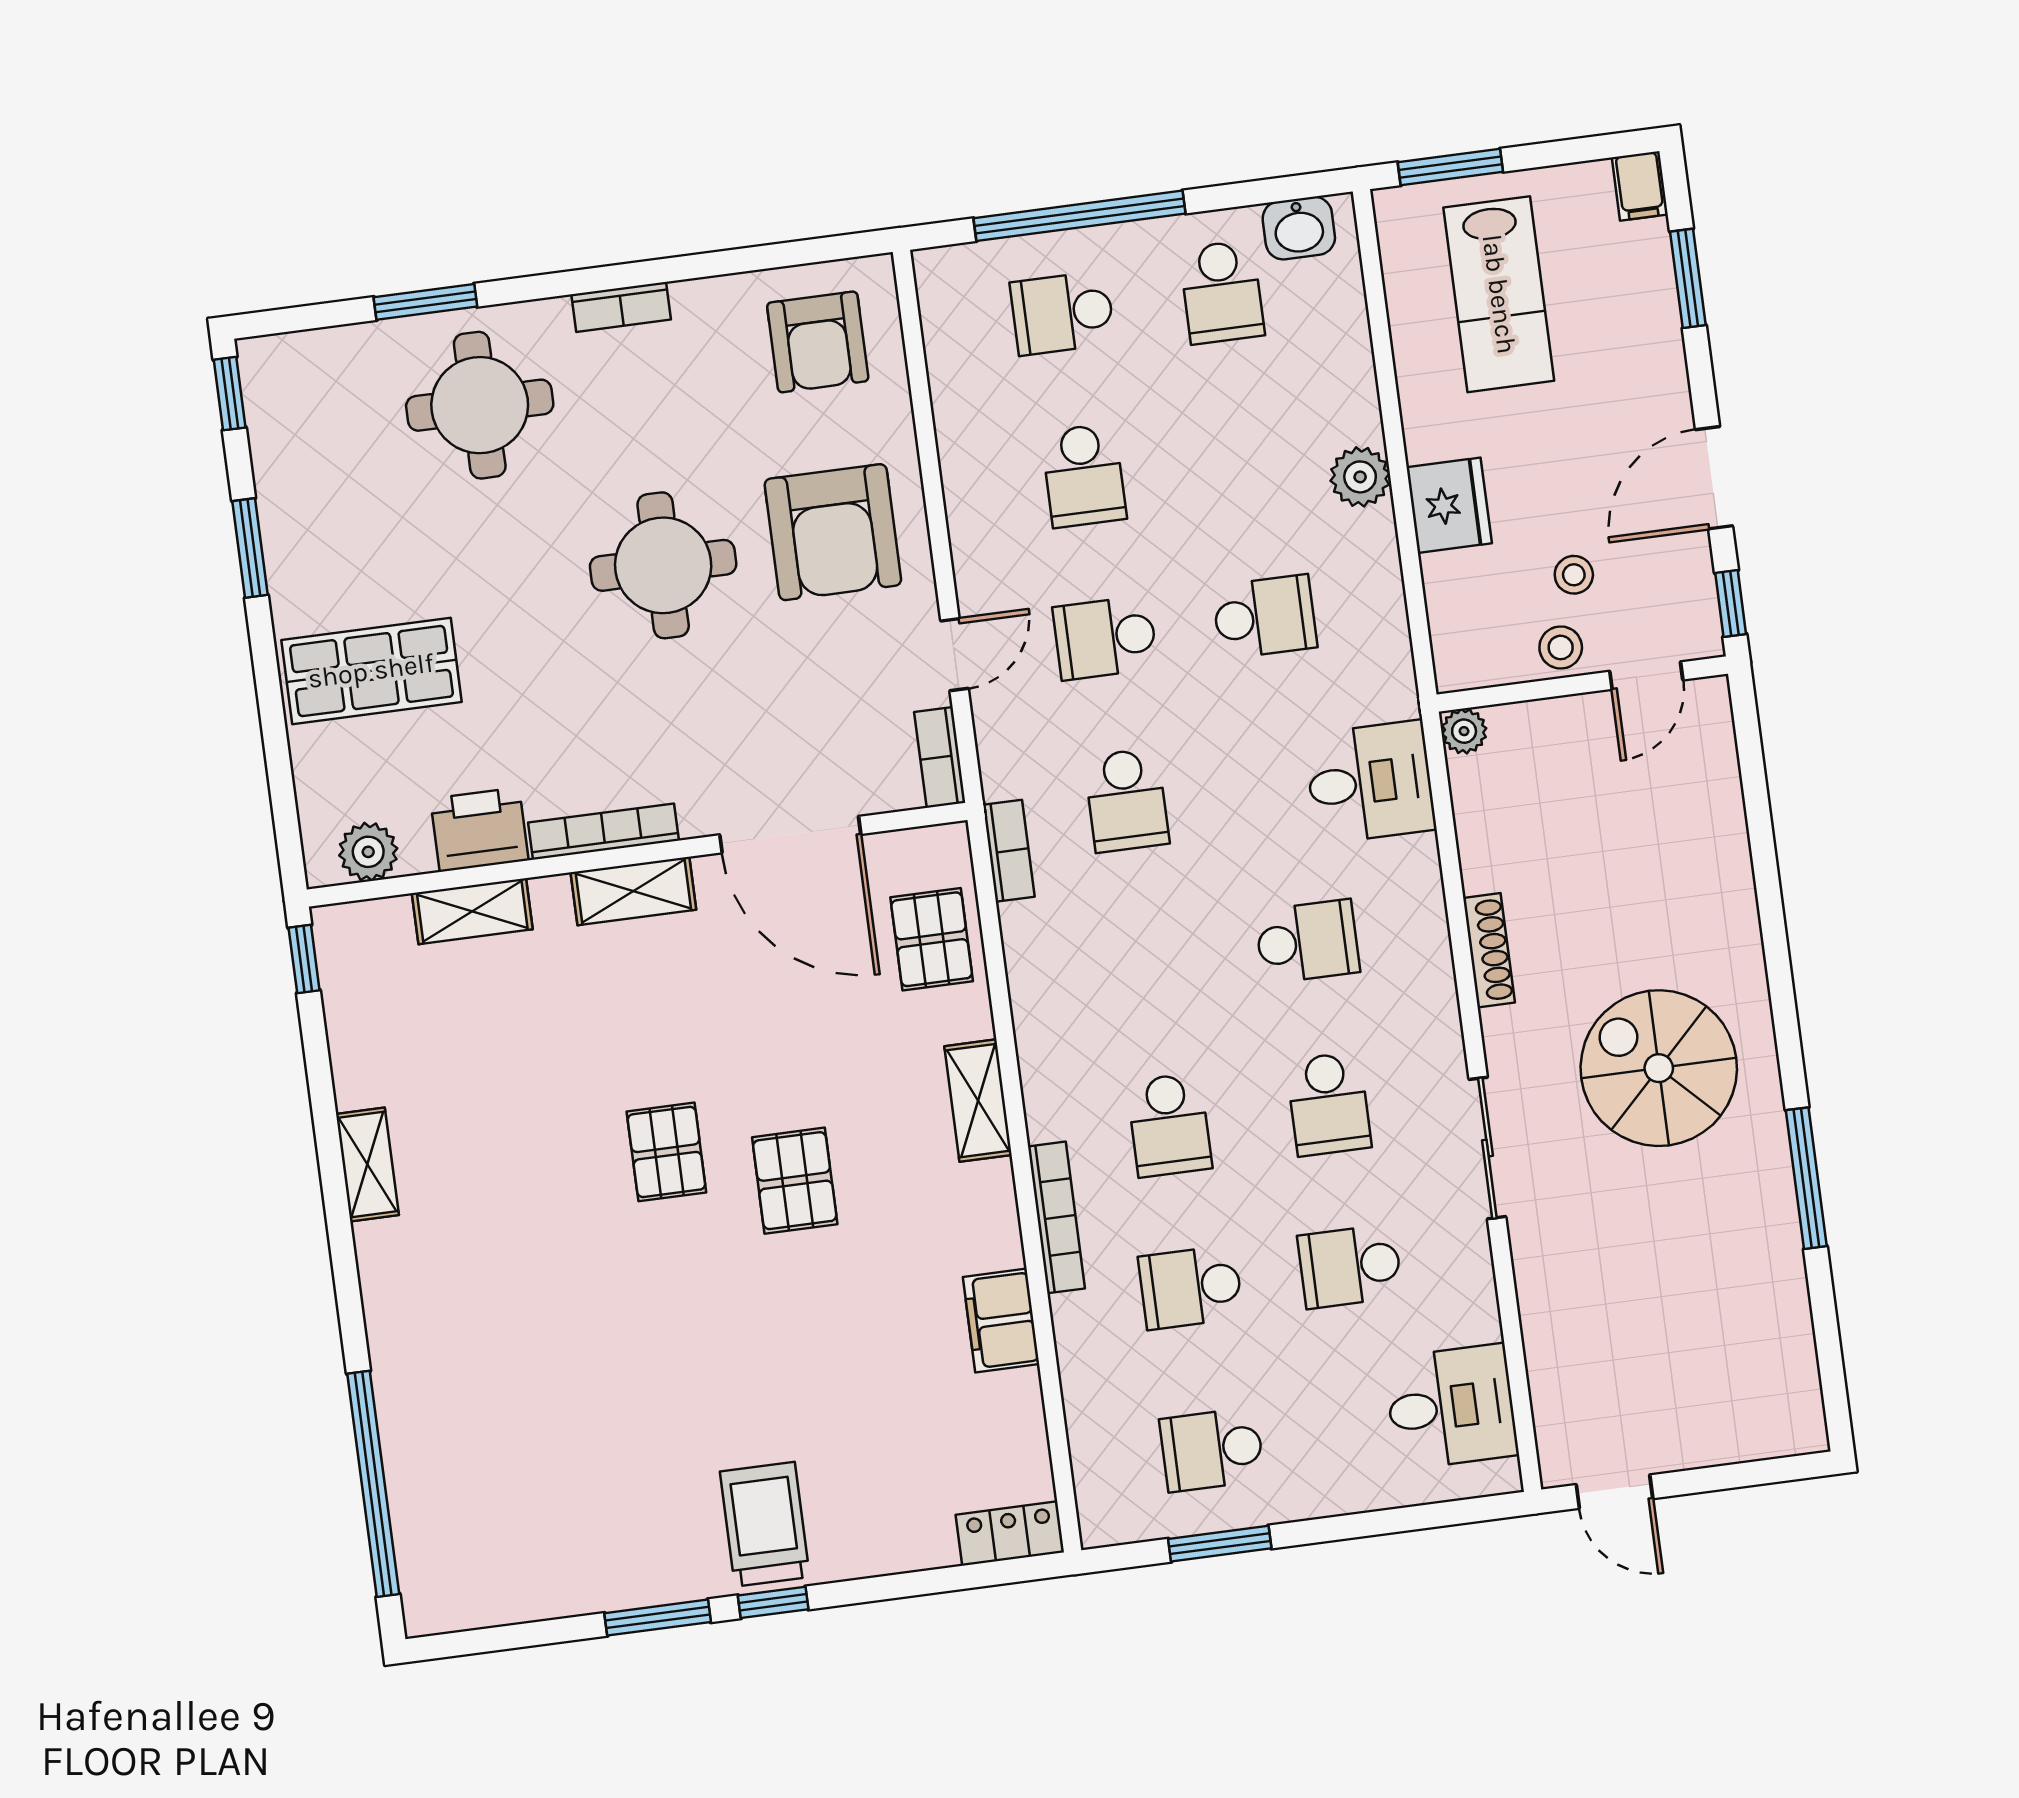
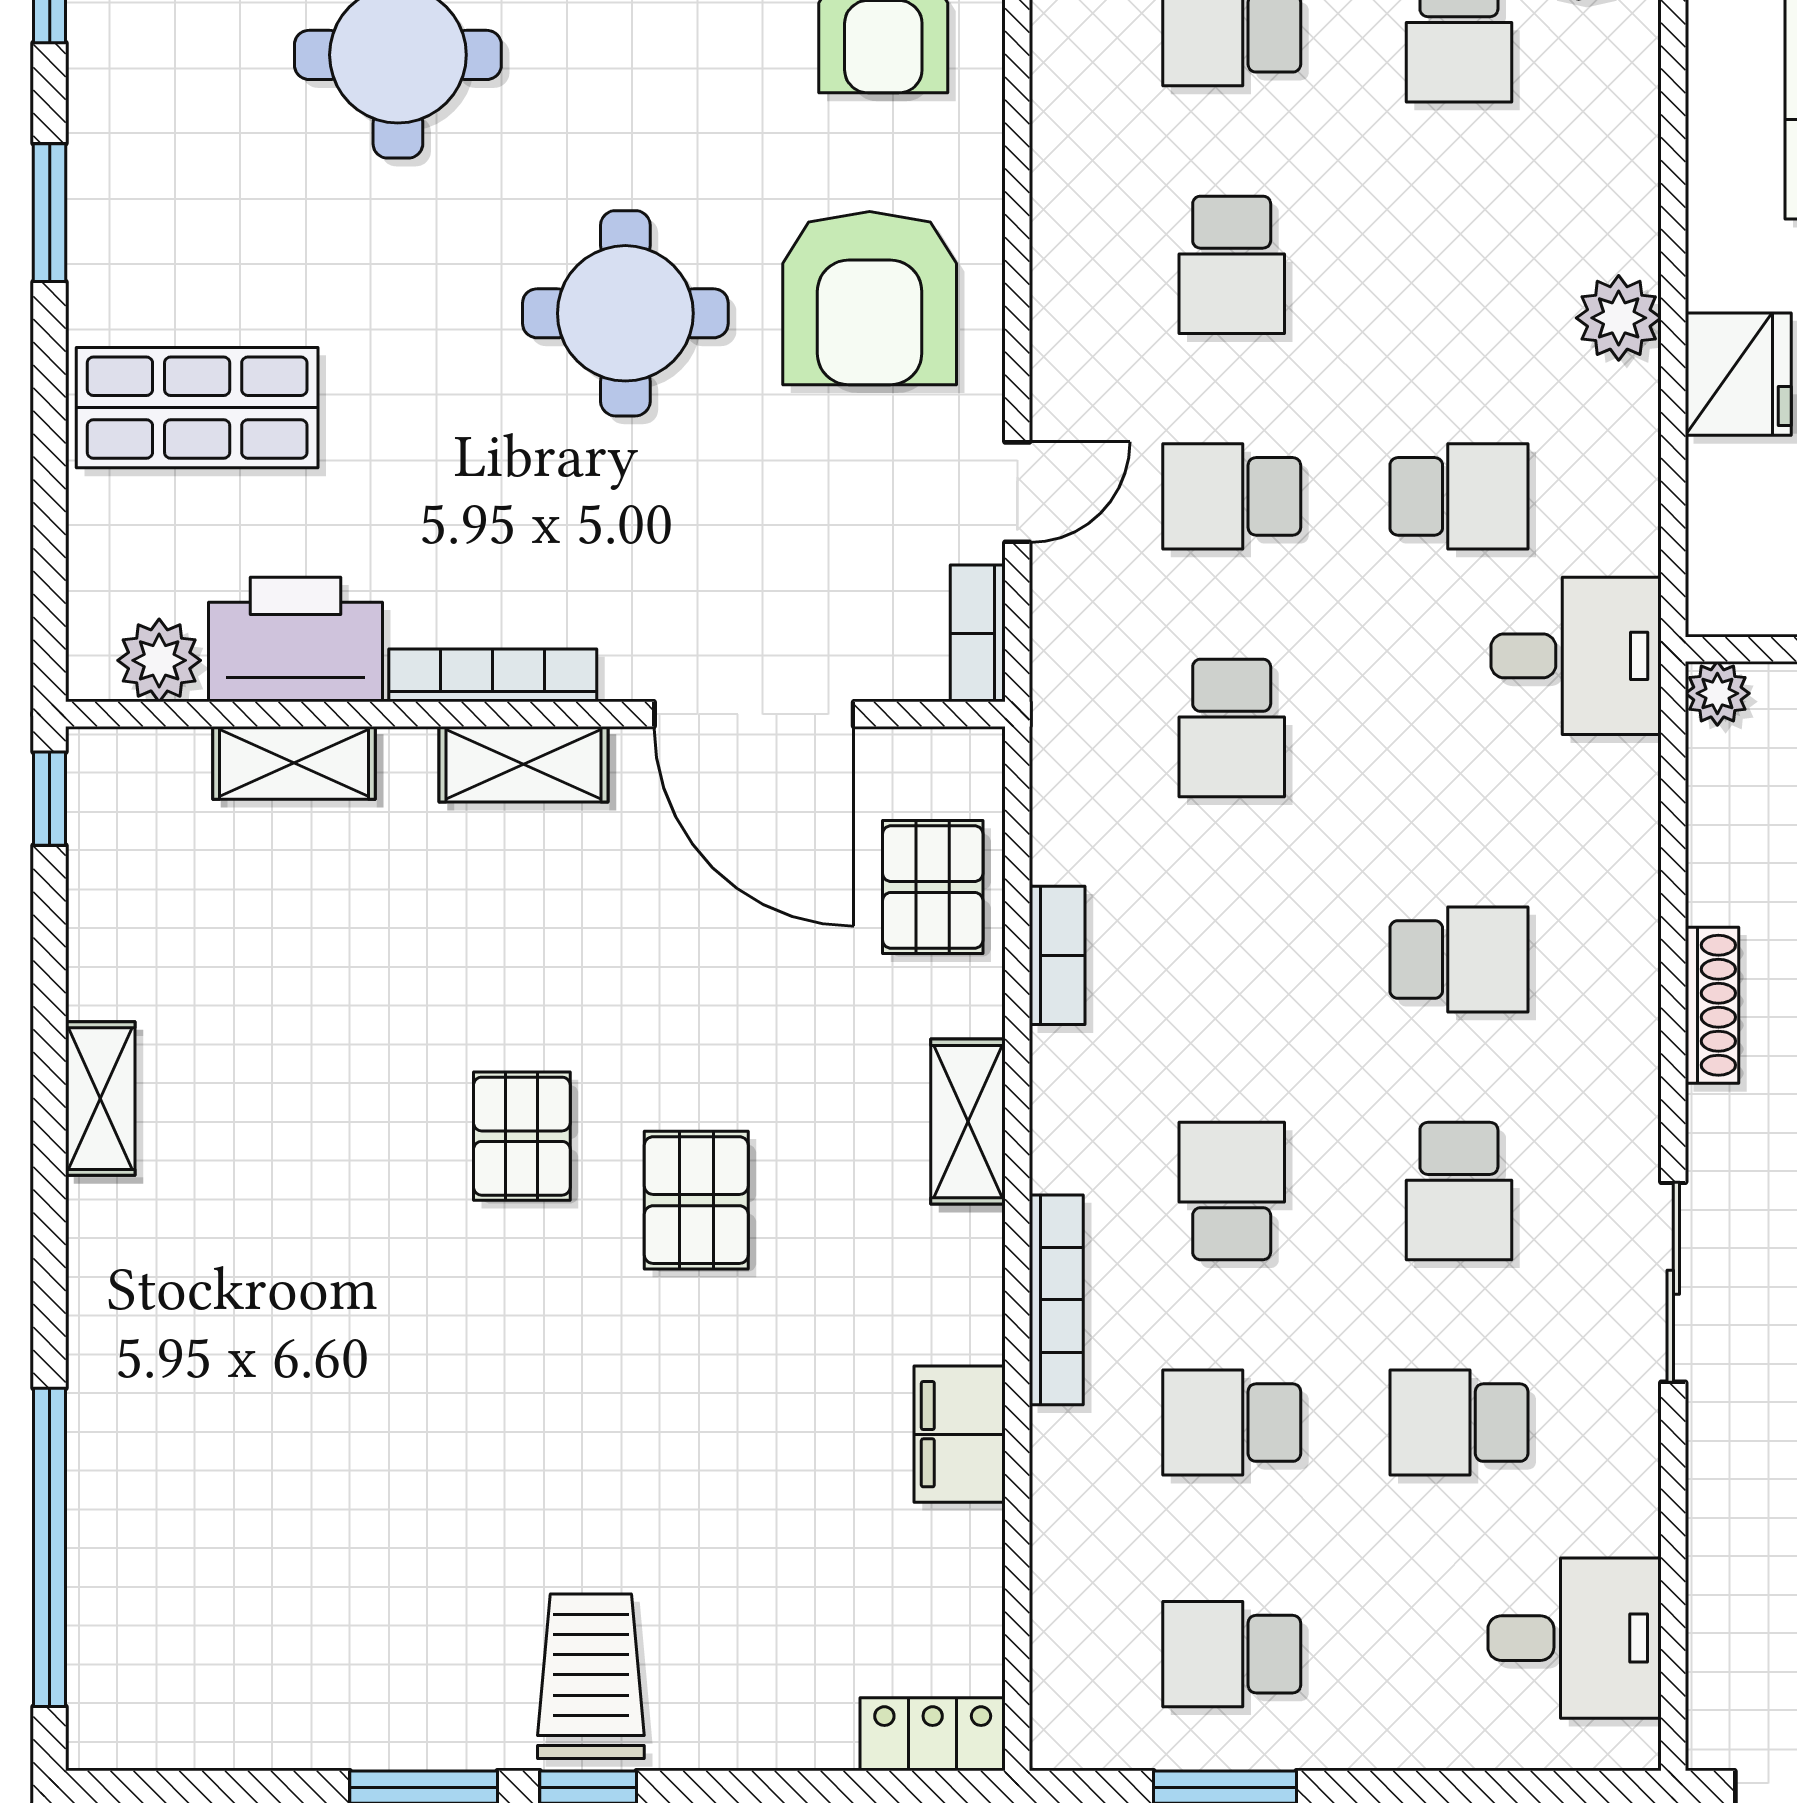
desk: (1370, 782) -> (1576, 656), moved
printer: (479, 830) -> (295, 640), width x1.37, depth x1.19
bookcase: (1009, 851) -> (1057, 955), moved
school desk: (1169, 1125) -> (1232, 1191), turned 180

